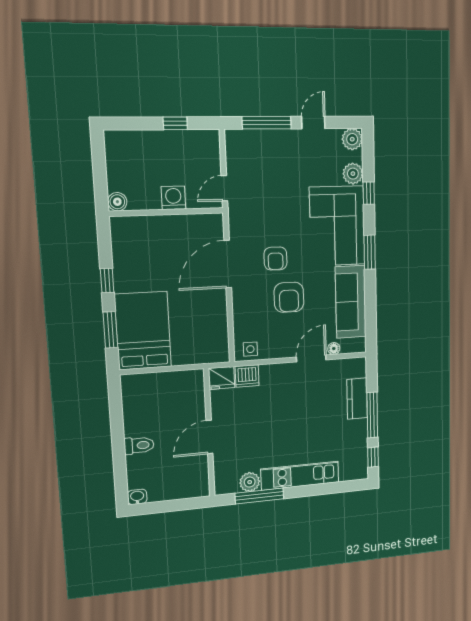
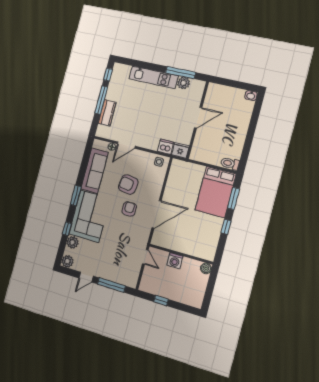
door: (224, 188) -> (145, 257), hinge flipped
armchair: (289, 297) -> (128, 185), turned -82
toilet: (139, 445) -> (230, 164), moved

